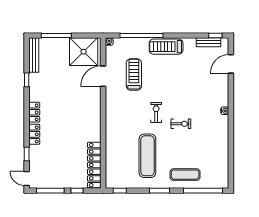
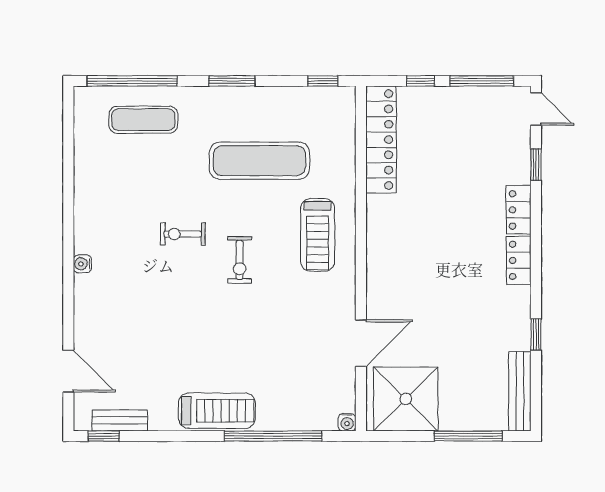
door: (231, 64) -> (68, 371), hinge flipped
treadmill: (134, 75) -> (318, 235), moved
exercise mat: (147, 156) -> (259, 161), turned 90
exercise mat: (185, 175) -> (143, 120), moved

